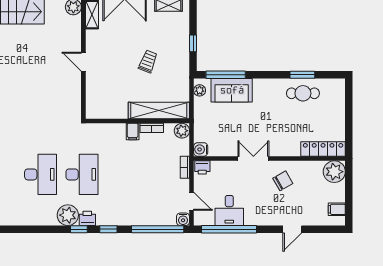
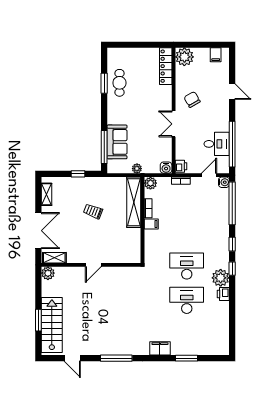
plant: (200, 90) -> (137, 169), moved
printer: (87, 218) -> (223, 294), moved

